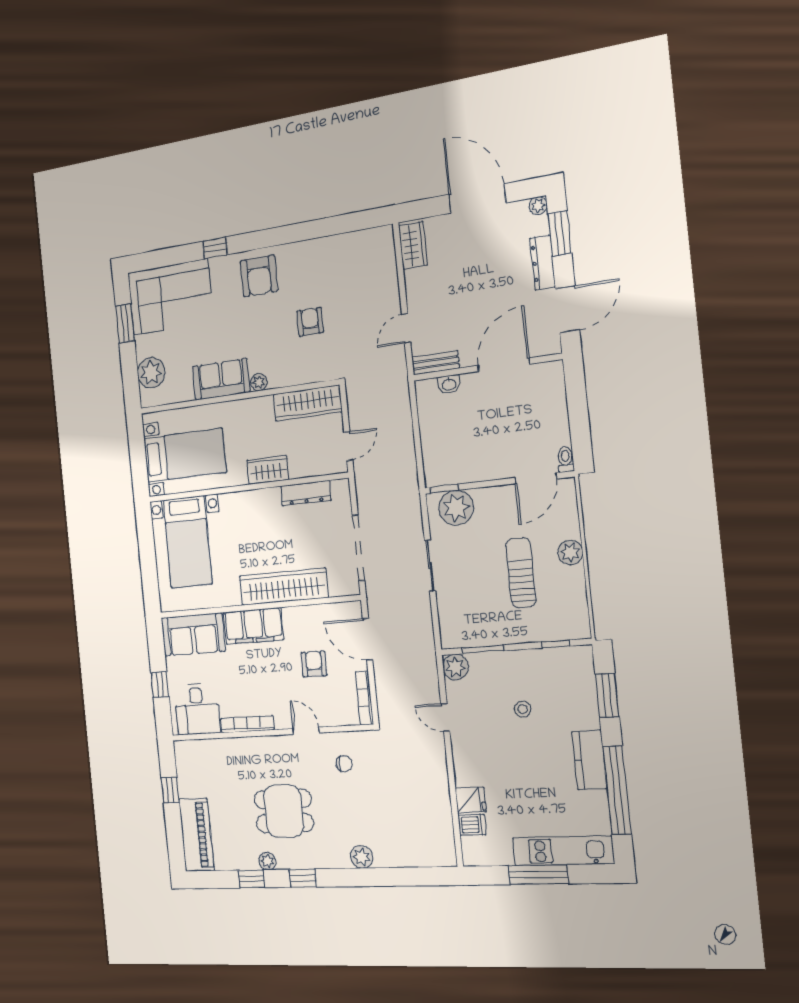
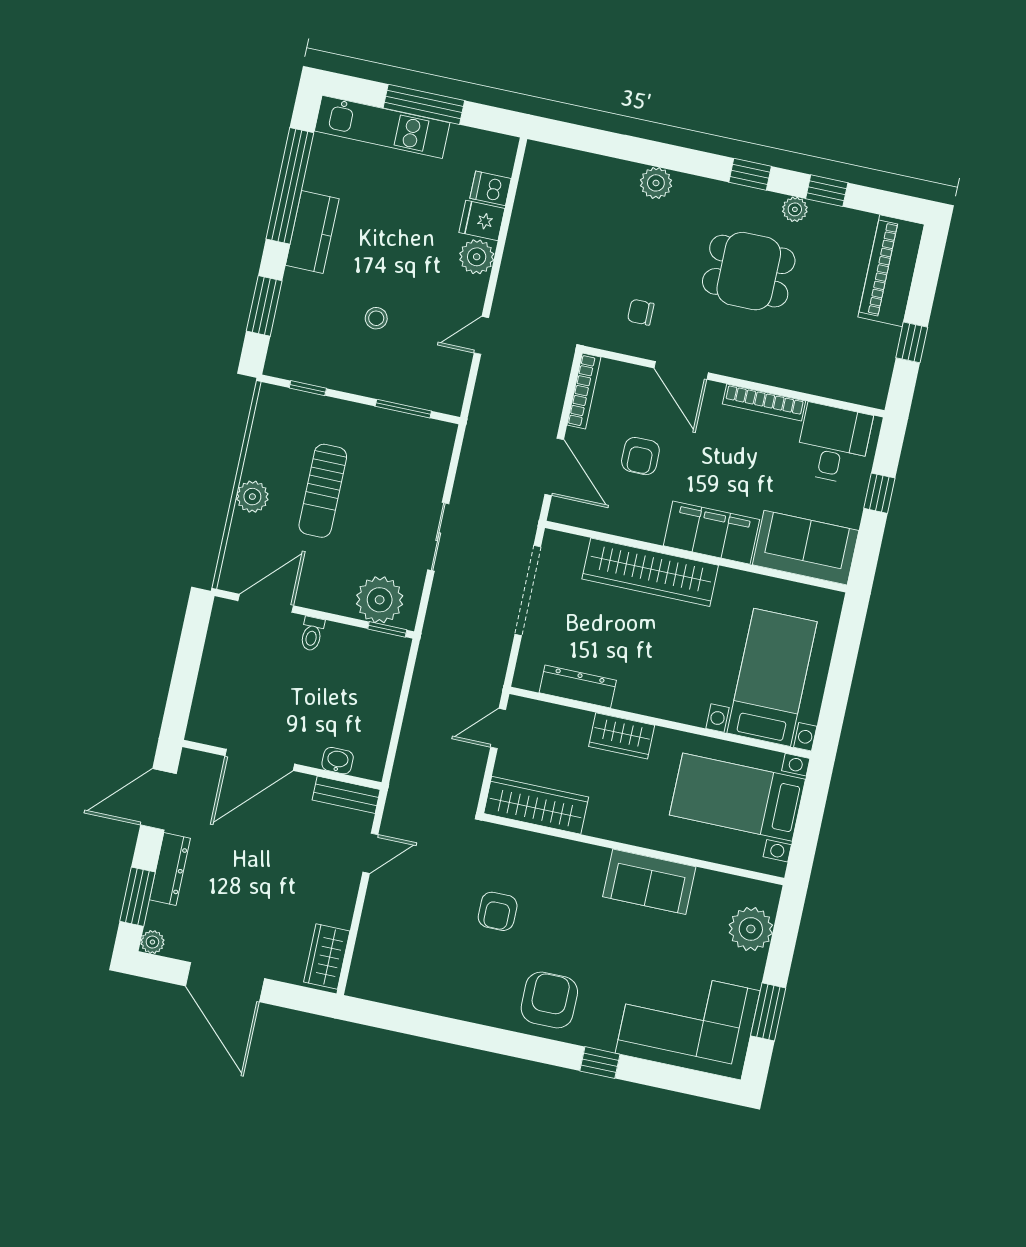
plant: (259, 382) -> (596, 858), removed
toilet: (565, 459) -> (312, 634), moved
plant: (455, 667) -> (477, 257), moved
door: (445, 718) -> (481, 335), swing flipped
door: (306, 731) -> (681, 370), width x1.38

